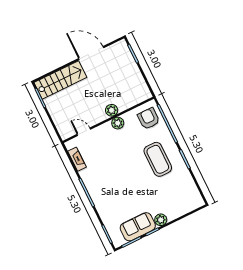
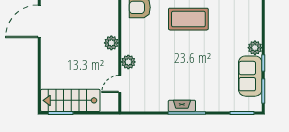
door: (91, 53) -> (39, 21), moved
stairs: (60, 80) -> (70, 100), moved, turned -90
plant: (118, 123) -> (128, 62), moved
fireplace: (77, 159) -> (182, 106), moved

